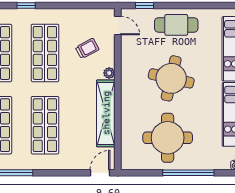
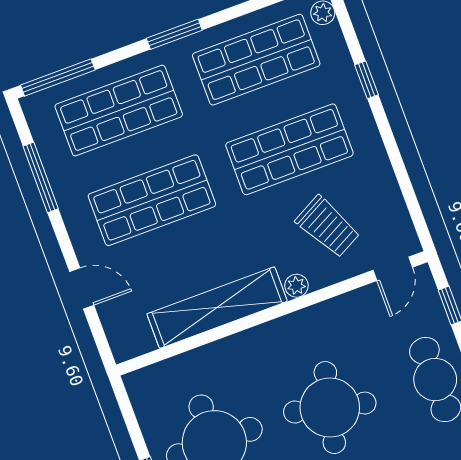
trolley: (87, 48) -> (328, 227), width x1.36, depth x1.39
door: (100, 173) -> (82, 288), moved

